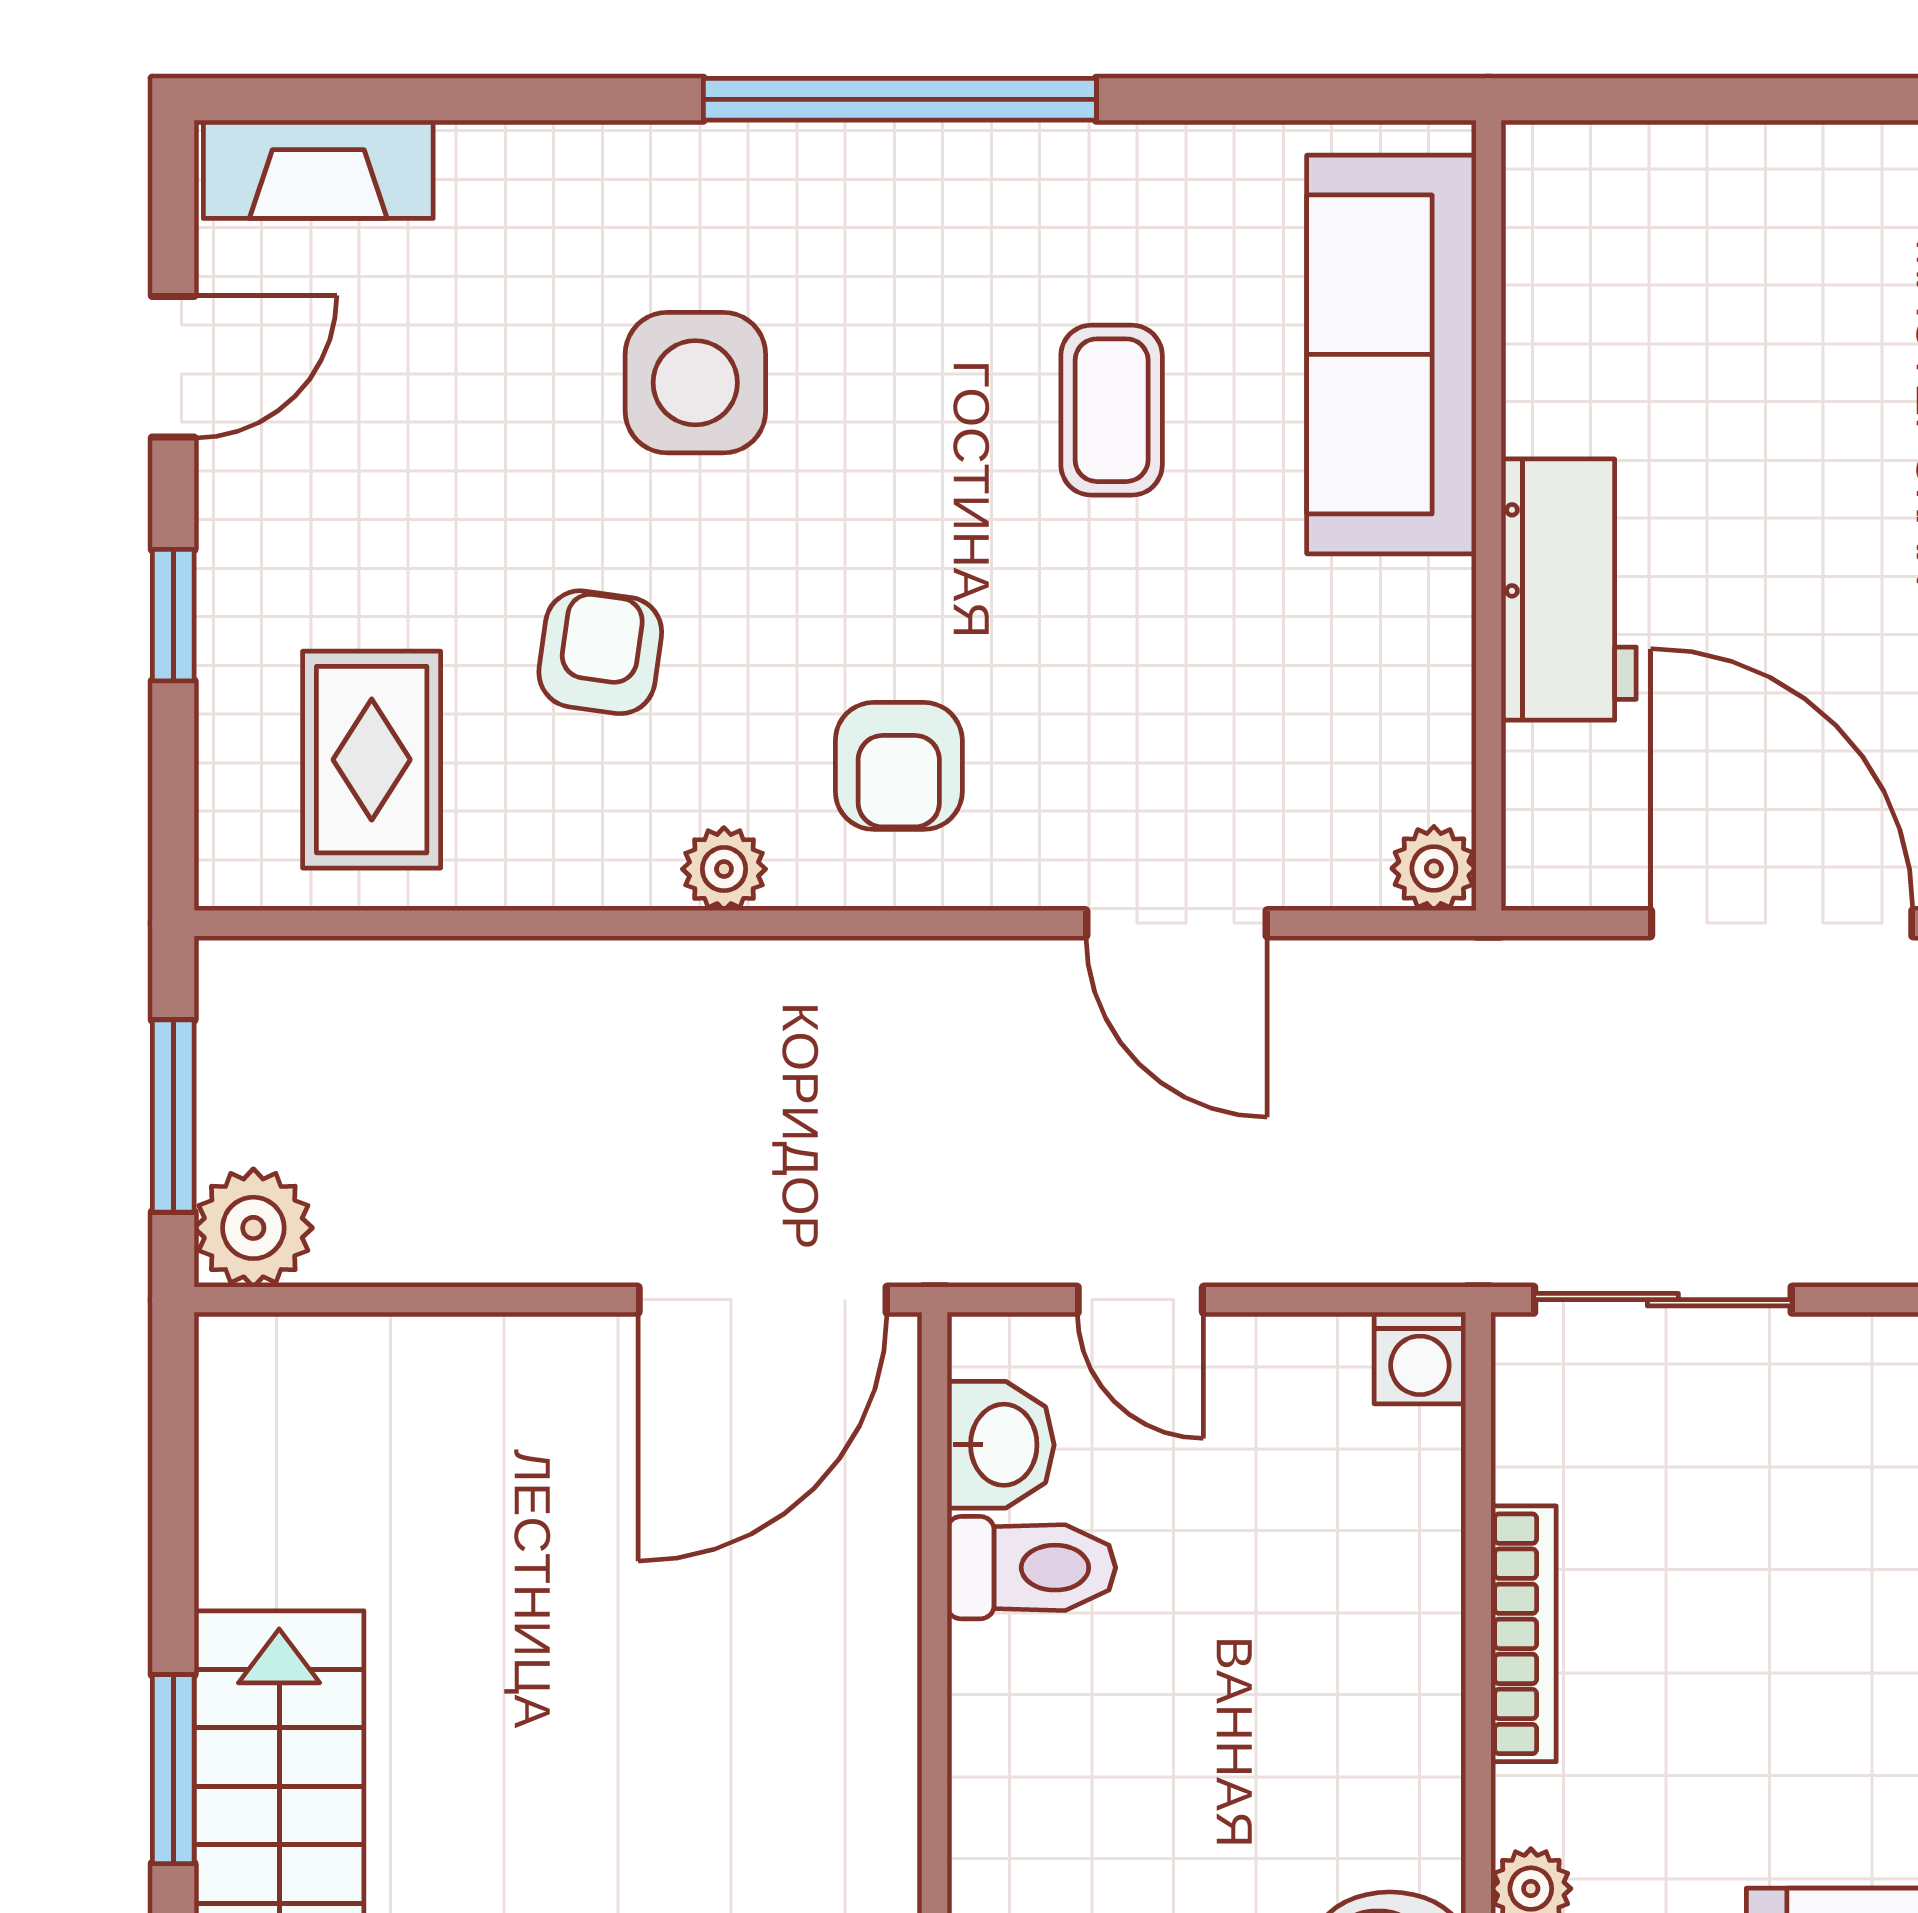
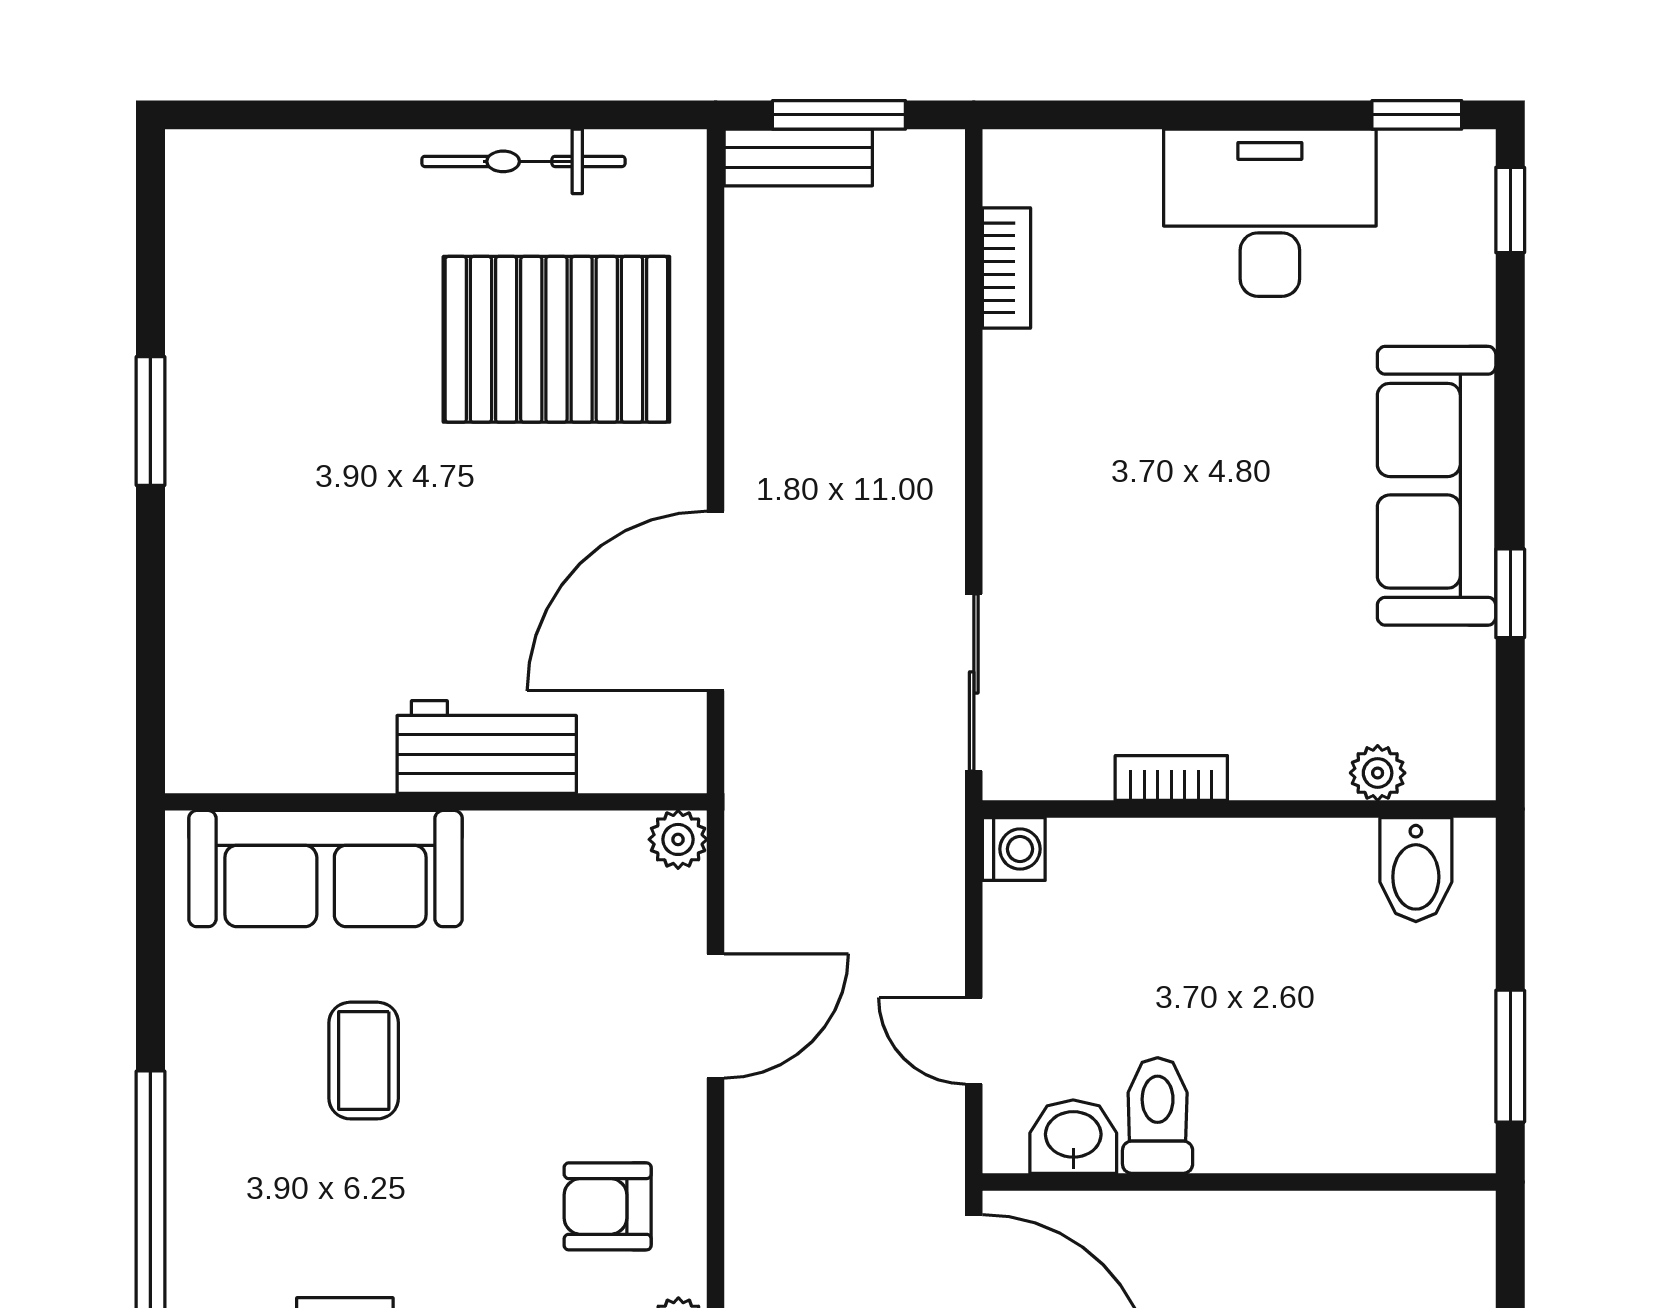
coffee table: (1112, 410) -> (364, 1061), turned 90
armchair: (899, 766) -> (608, 1206), turned 180
door: (1140, 1300) -> (974, 1041), swing flipped
bookcase: (1523, 1634) -> (1171, 778), width x0.64

